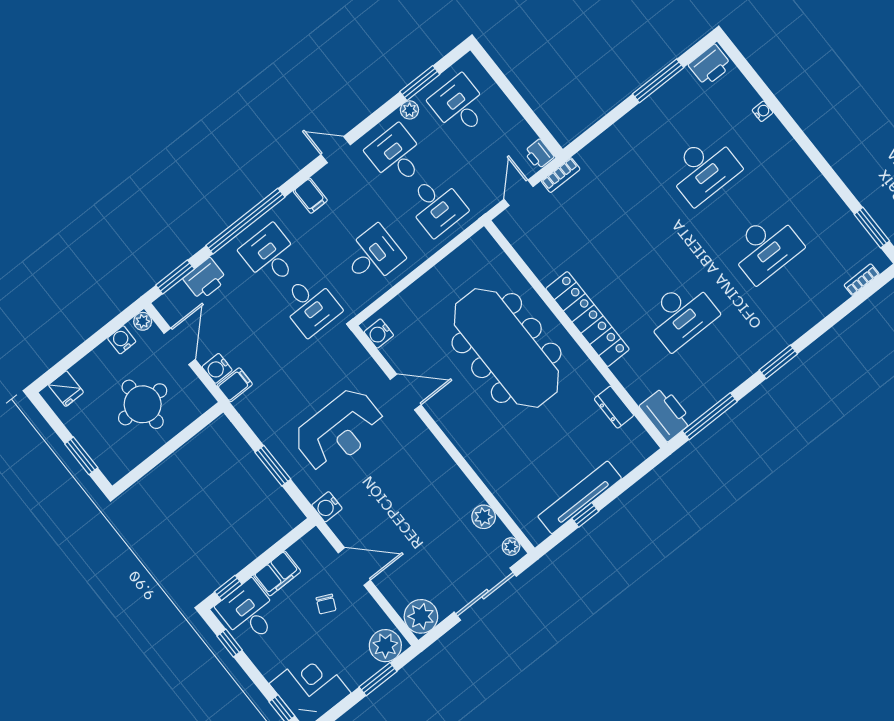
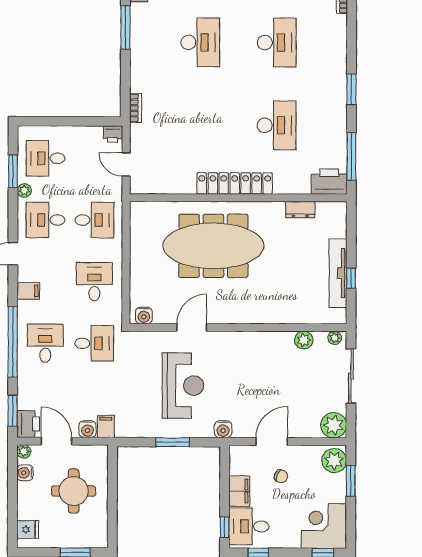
bookcase: (561, 175) -> (136, 108), moved
desk: (270, 255) -> (45, 343), turned 90
printer: (205, 279) -> (28, 424), moved

